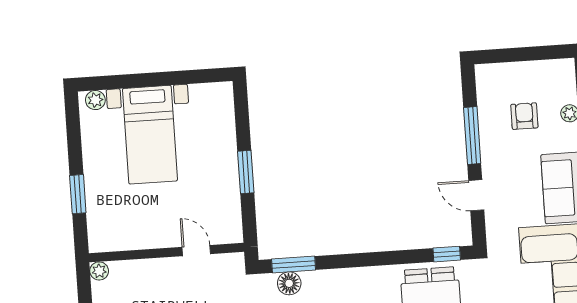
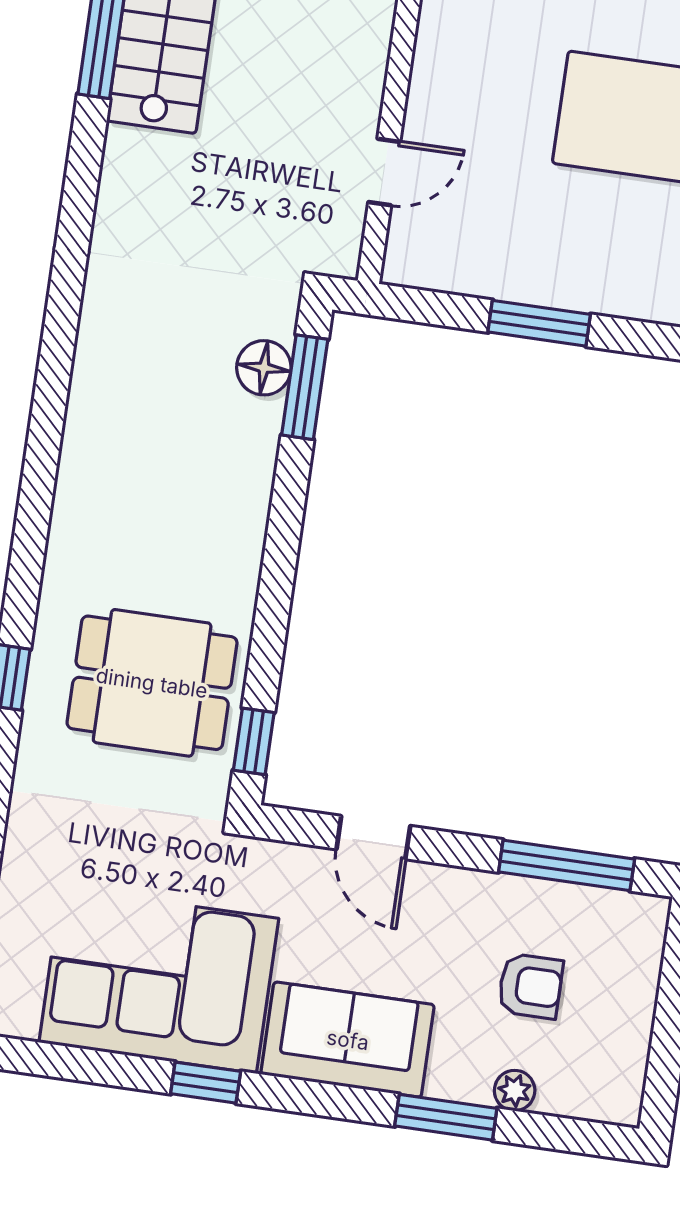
window: (472, 136) -> (567, 865), moved
door: (476, 195) -> (373, 838), swing flipped

